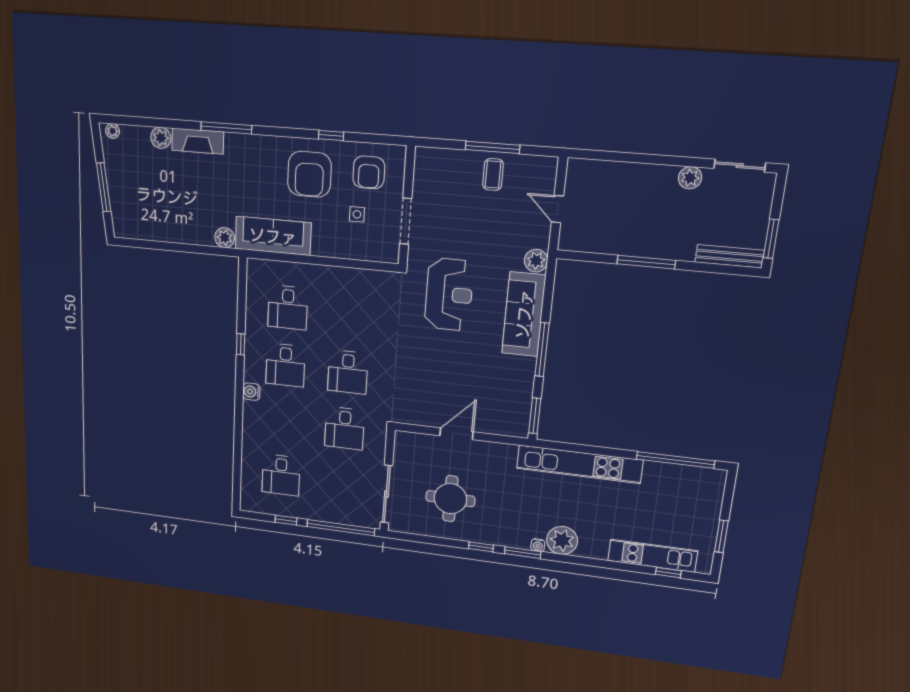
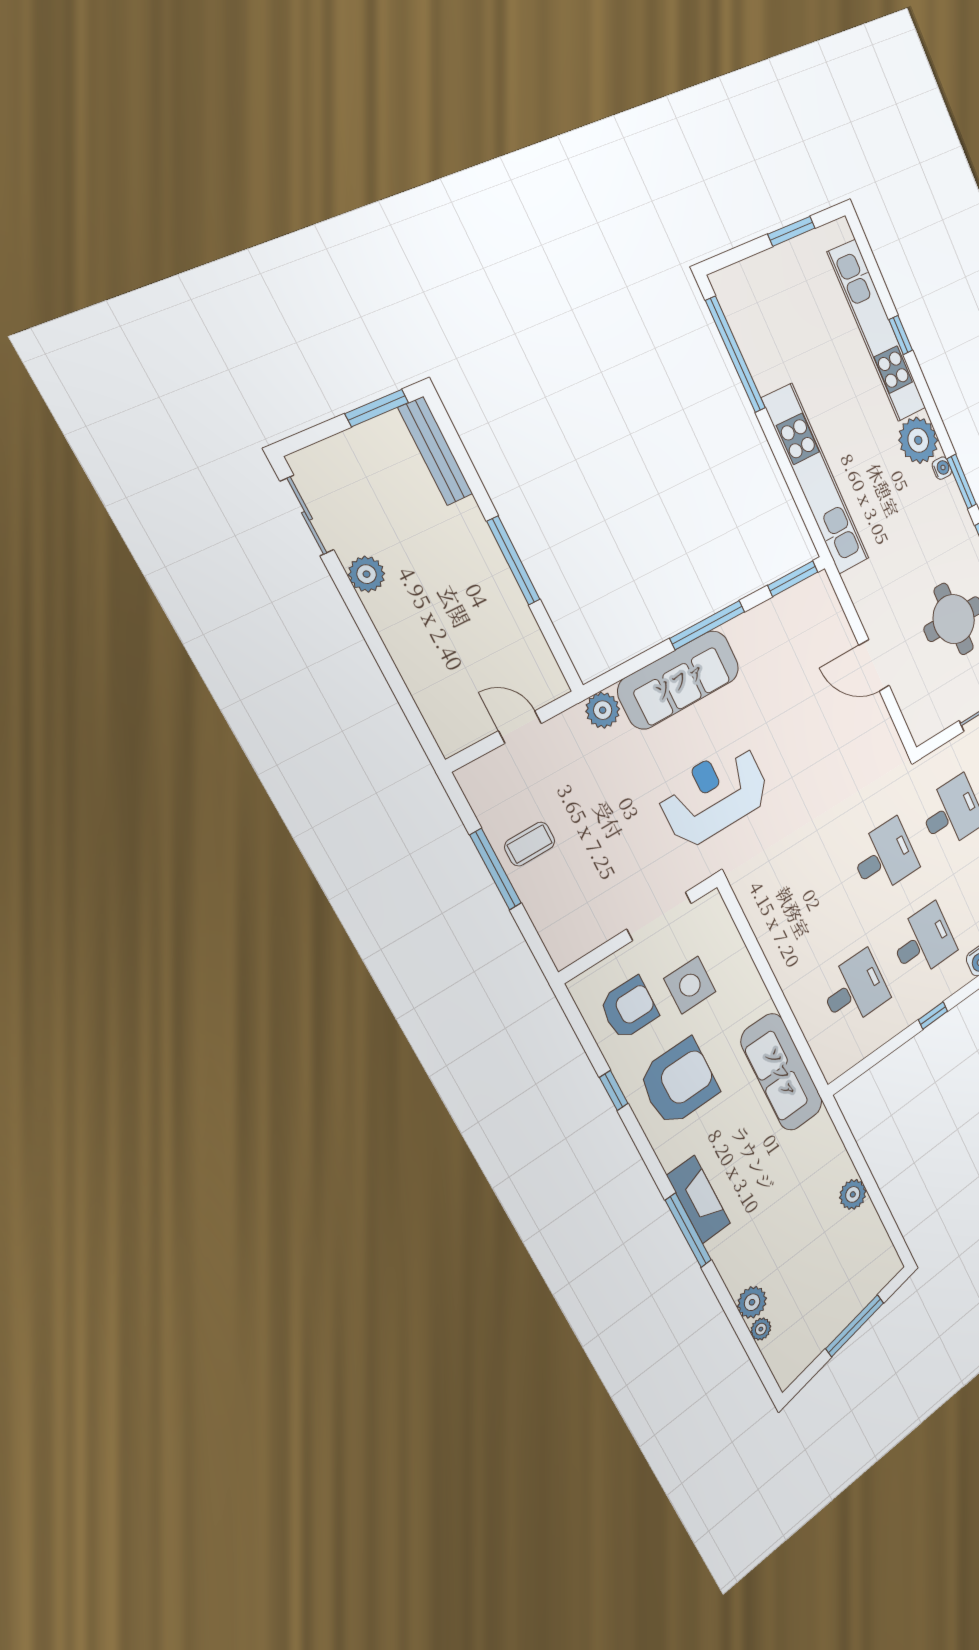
plant: (113, 131) -> (761, 1329), moved
fireplace: (198, 141) -> (699, 1199), moved
door: (557, 209) -> (520, 727), swing flipped
side table: (357, 214) -> (690, 985), width x1.87, depth x1.87
plant: (225, 238) -> (853, 1194), moved
kitchen unit: (652, 556) -> (877, 331), width x1.36
window: (668, 573) -> (901, 335), moved

